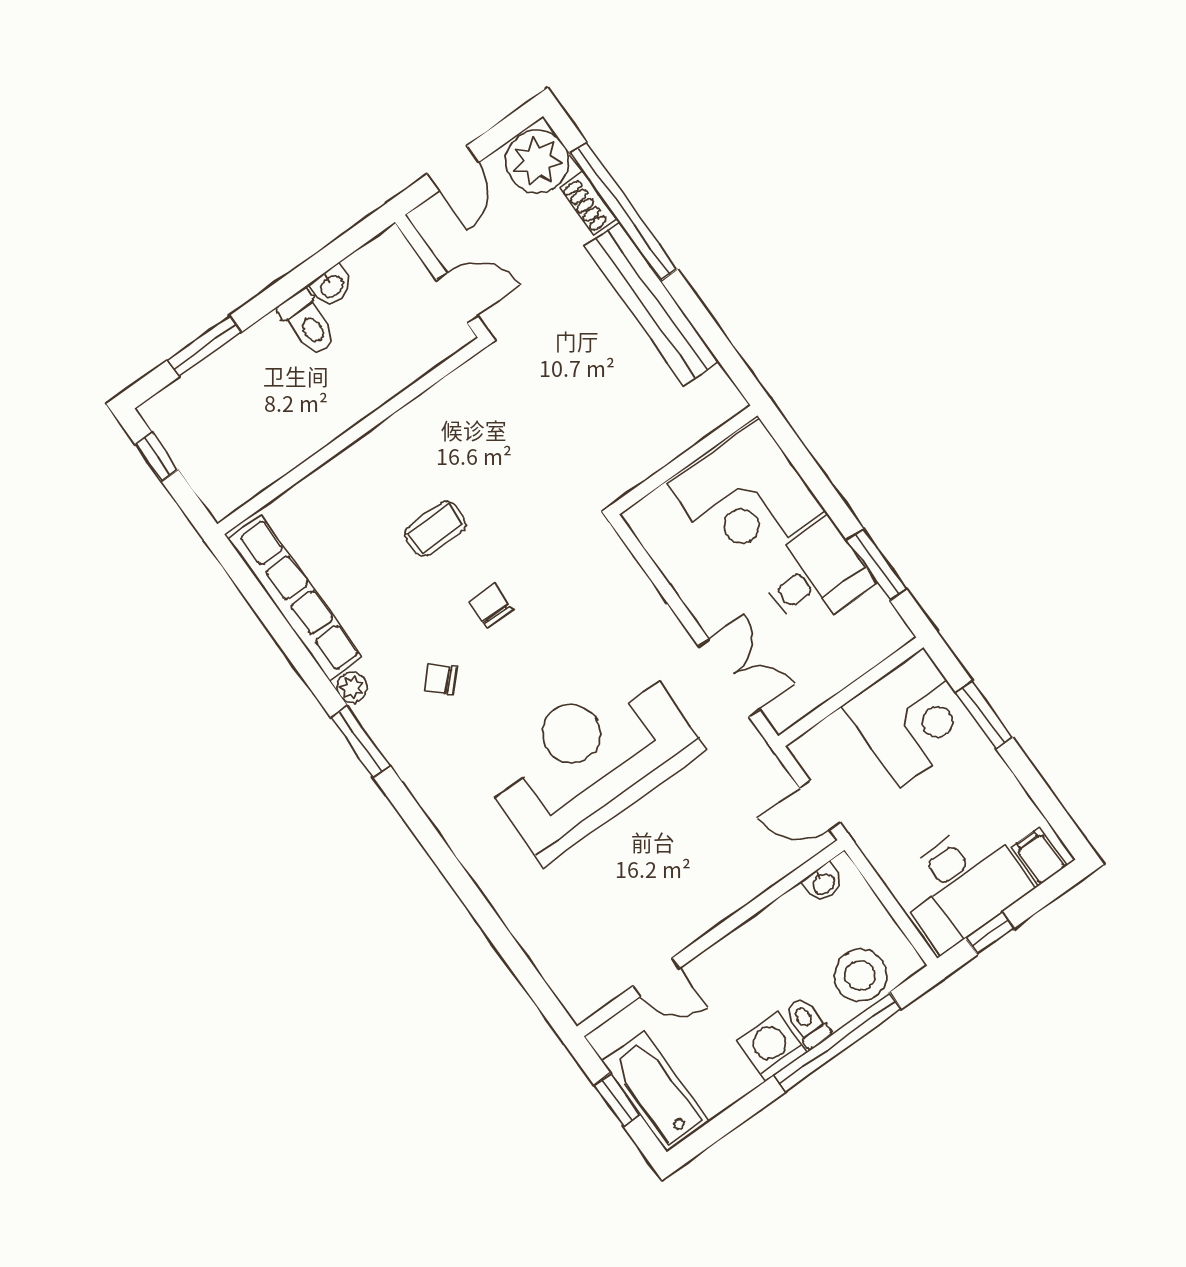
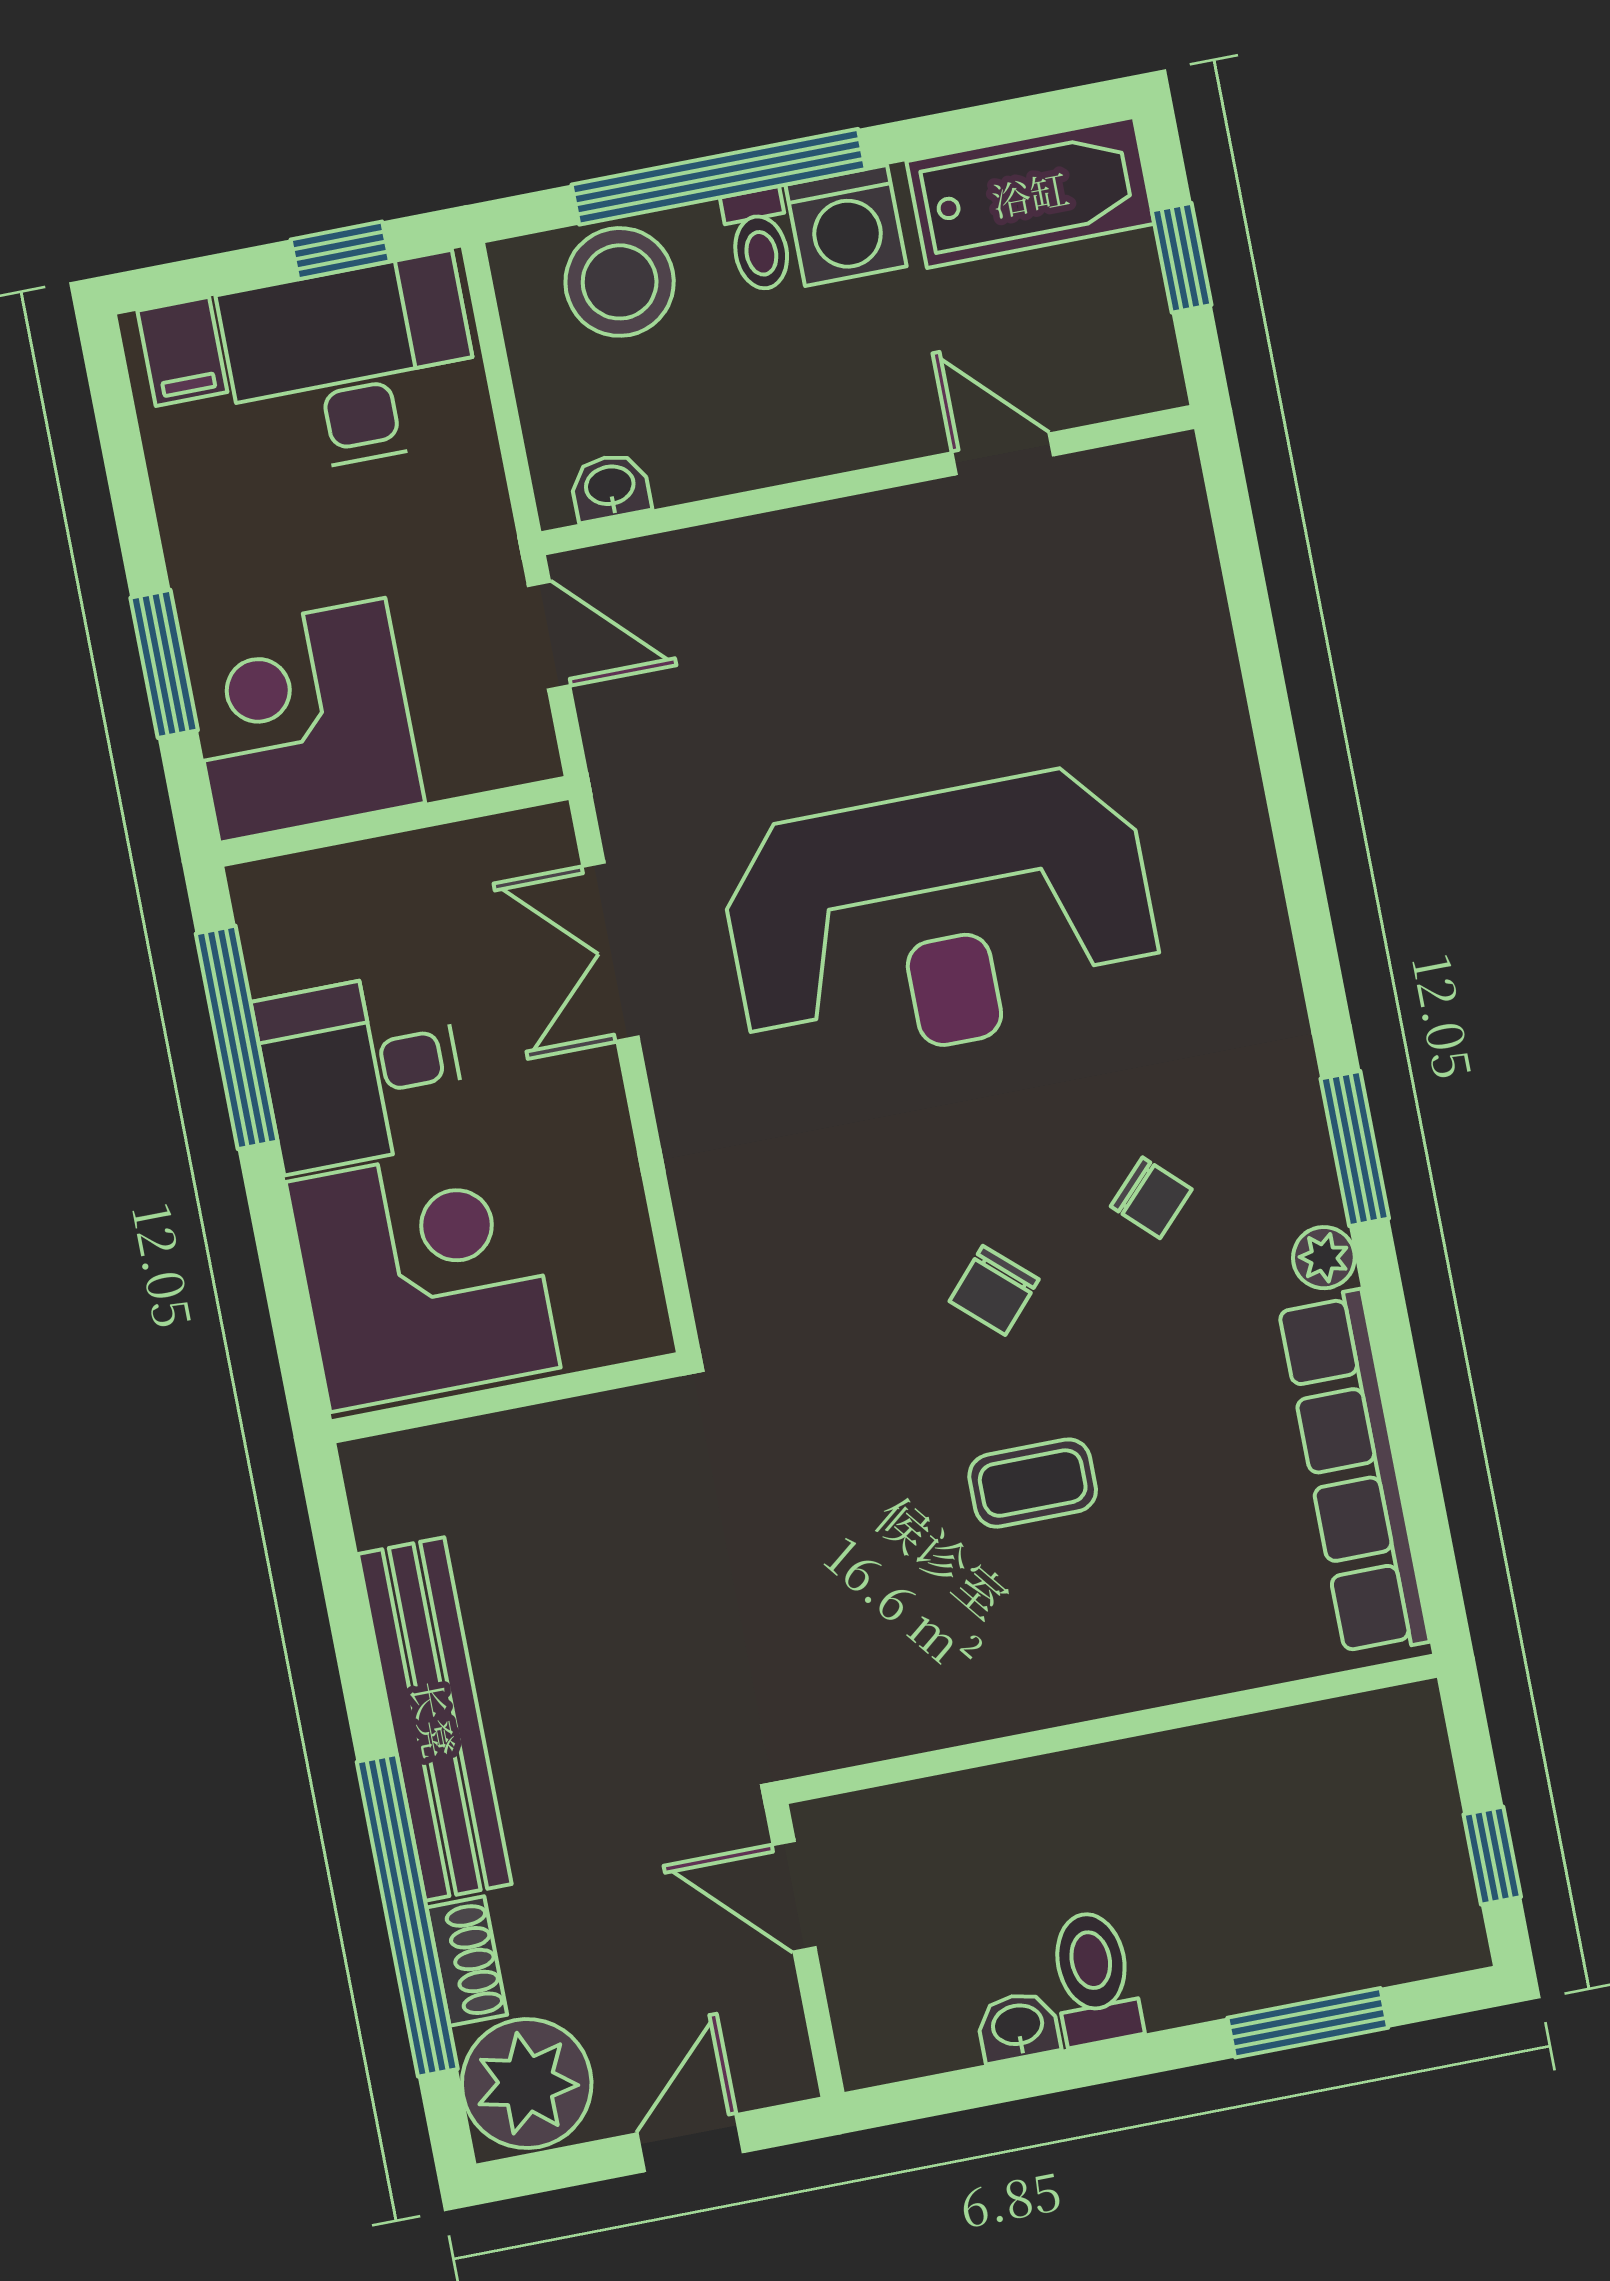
window: (877, 565) -> (237, 1037), width x1.44
chair: (491, 606) -> (994, 1290), turned 42
bathtub: (656, 1091) -> (1030, 193), moved, turned -90

